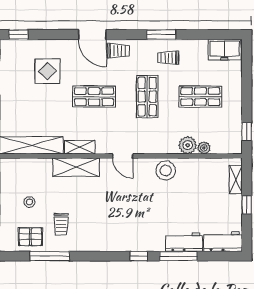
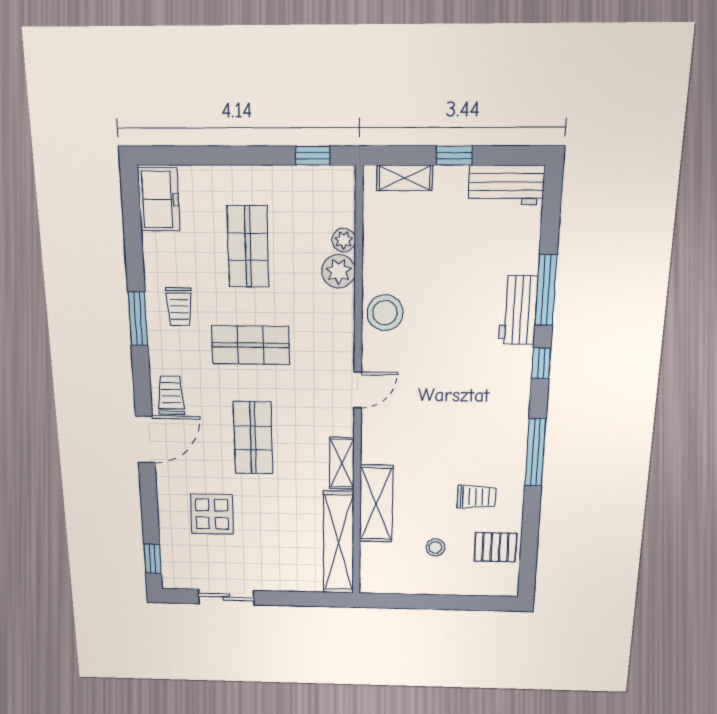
shelving: (76, 167) -> (376, 504), moved
pallet: (30, 237) -> (495, 547), turned 90
workbench: (184, 242) -> (518, 310), moved
workbench: (223, 242) -> (506, 185), moved, turned -90
window: (50, 256) -> (535, 453), moved

